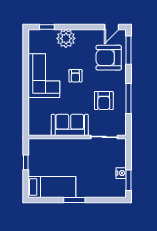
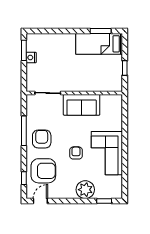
window: (129, 50) -> (24, 178), width x0.46
armchair: (104, 100) -> (42, 139), moved
window: (74, 200) -> (101, 31), moved

